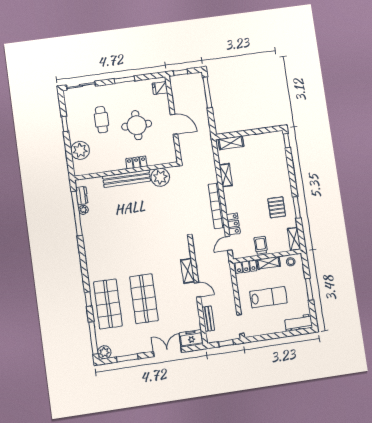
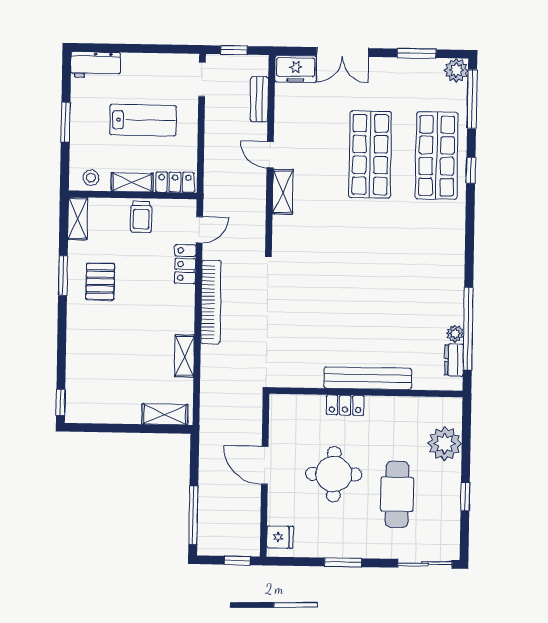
cafe table: (101, 120) -> (397, 494), width x1.37, depth x1.35
plant: (160, 177) -> (306, 371), removed
lab bench: (268, 297) -> (143, 120), turned 180

